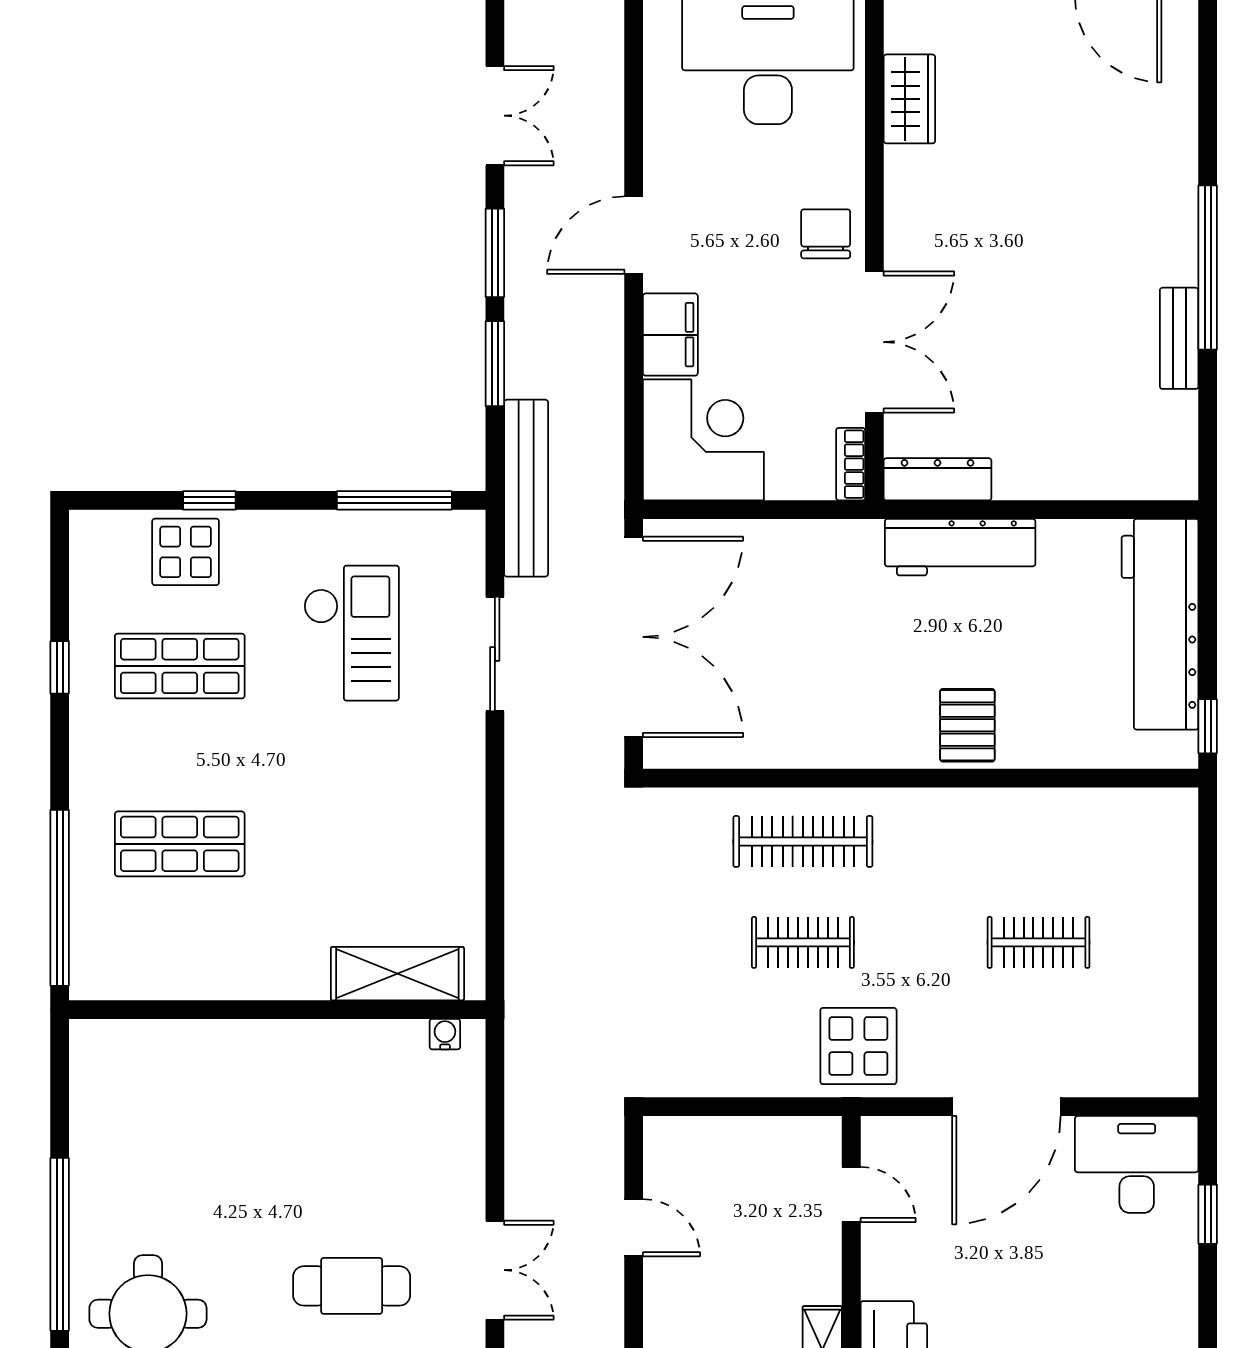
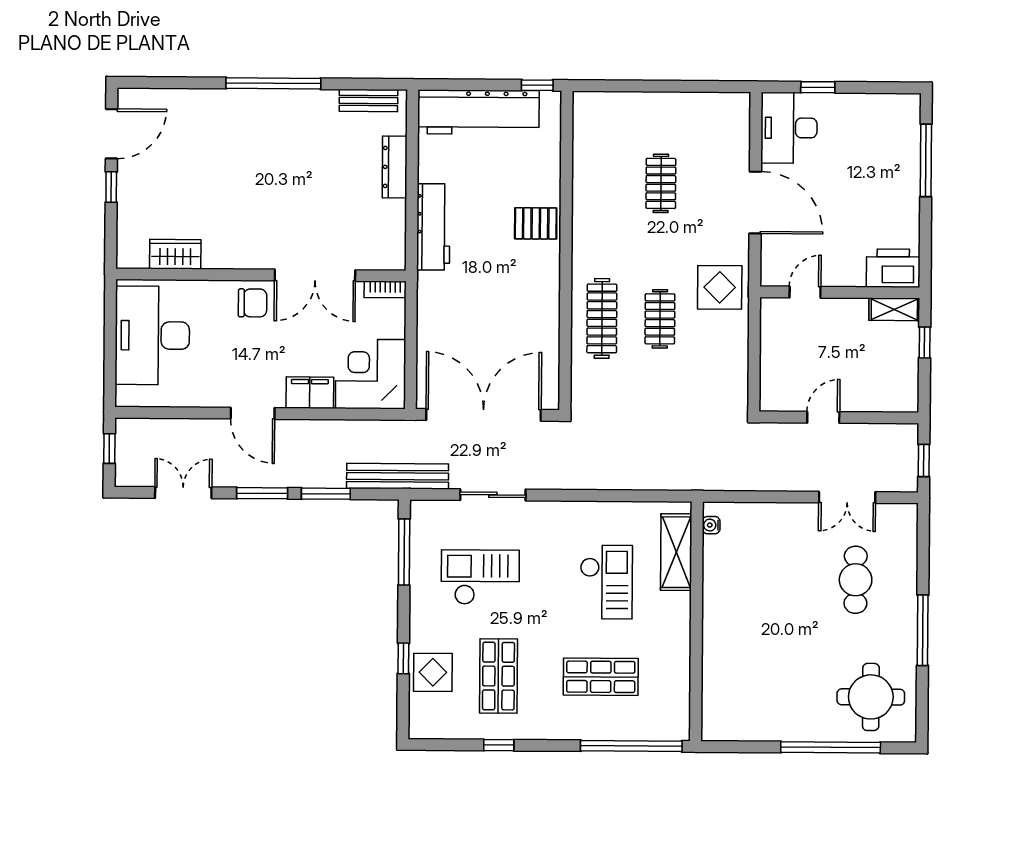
chair: (826, 234) -> (253, 303), turned 180
bench: (1179, 338) -> (368, 100), moved
double door: (874, 342) -> (315, 275), swing flipped
dresser: (938, 479) -> (395, 167), moved
shop shelf: (180, 844) -> (601, 677), turned 90
checkout: (344, 852) -> (606, 582), added
double door: (495, 1270) -> (847, 497), swing flipped

